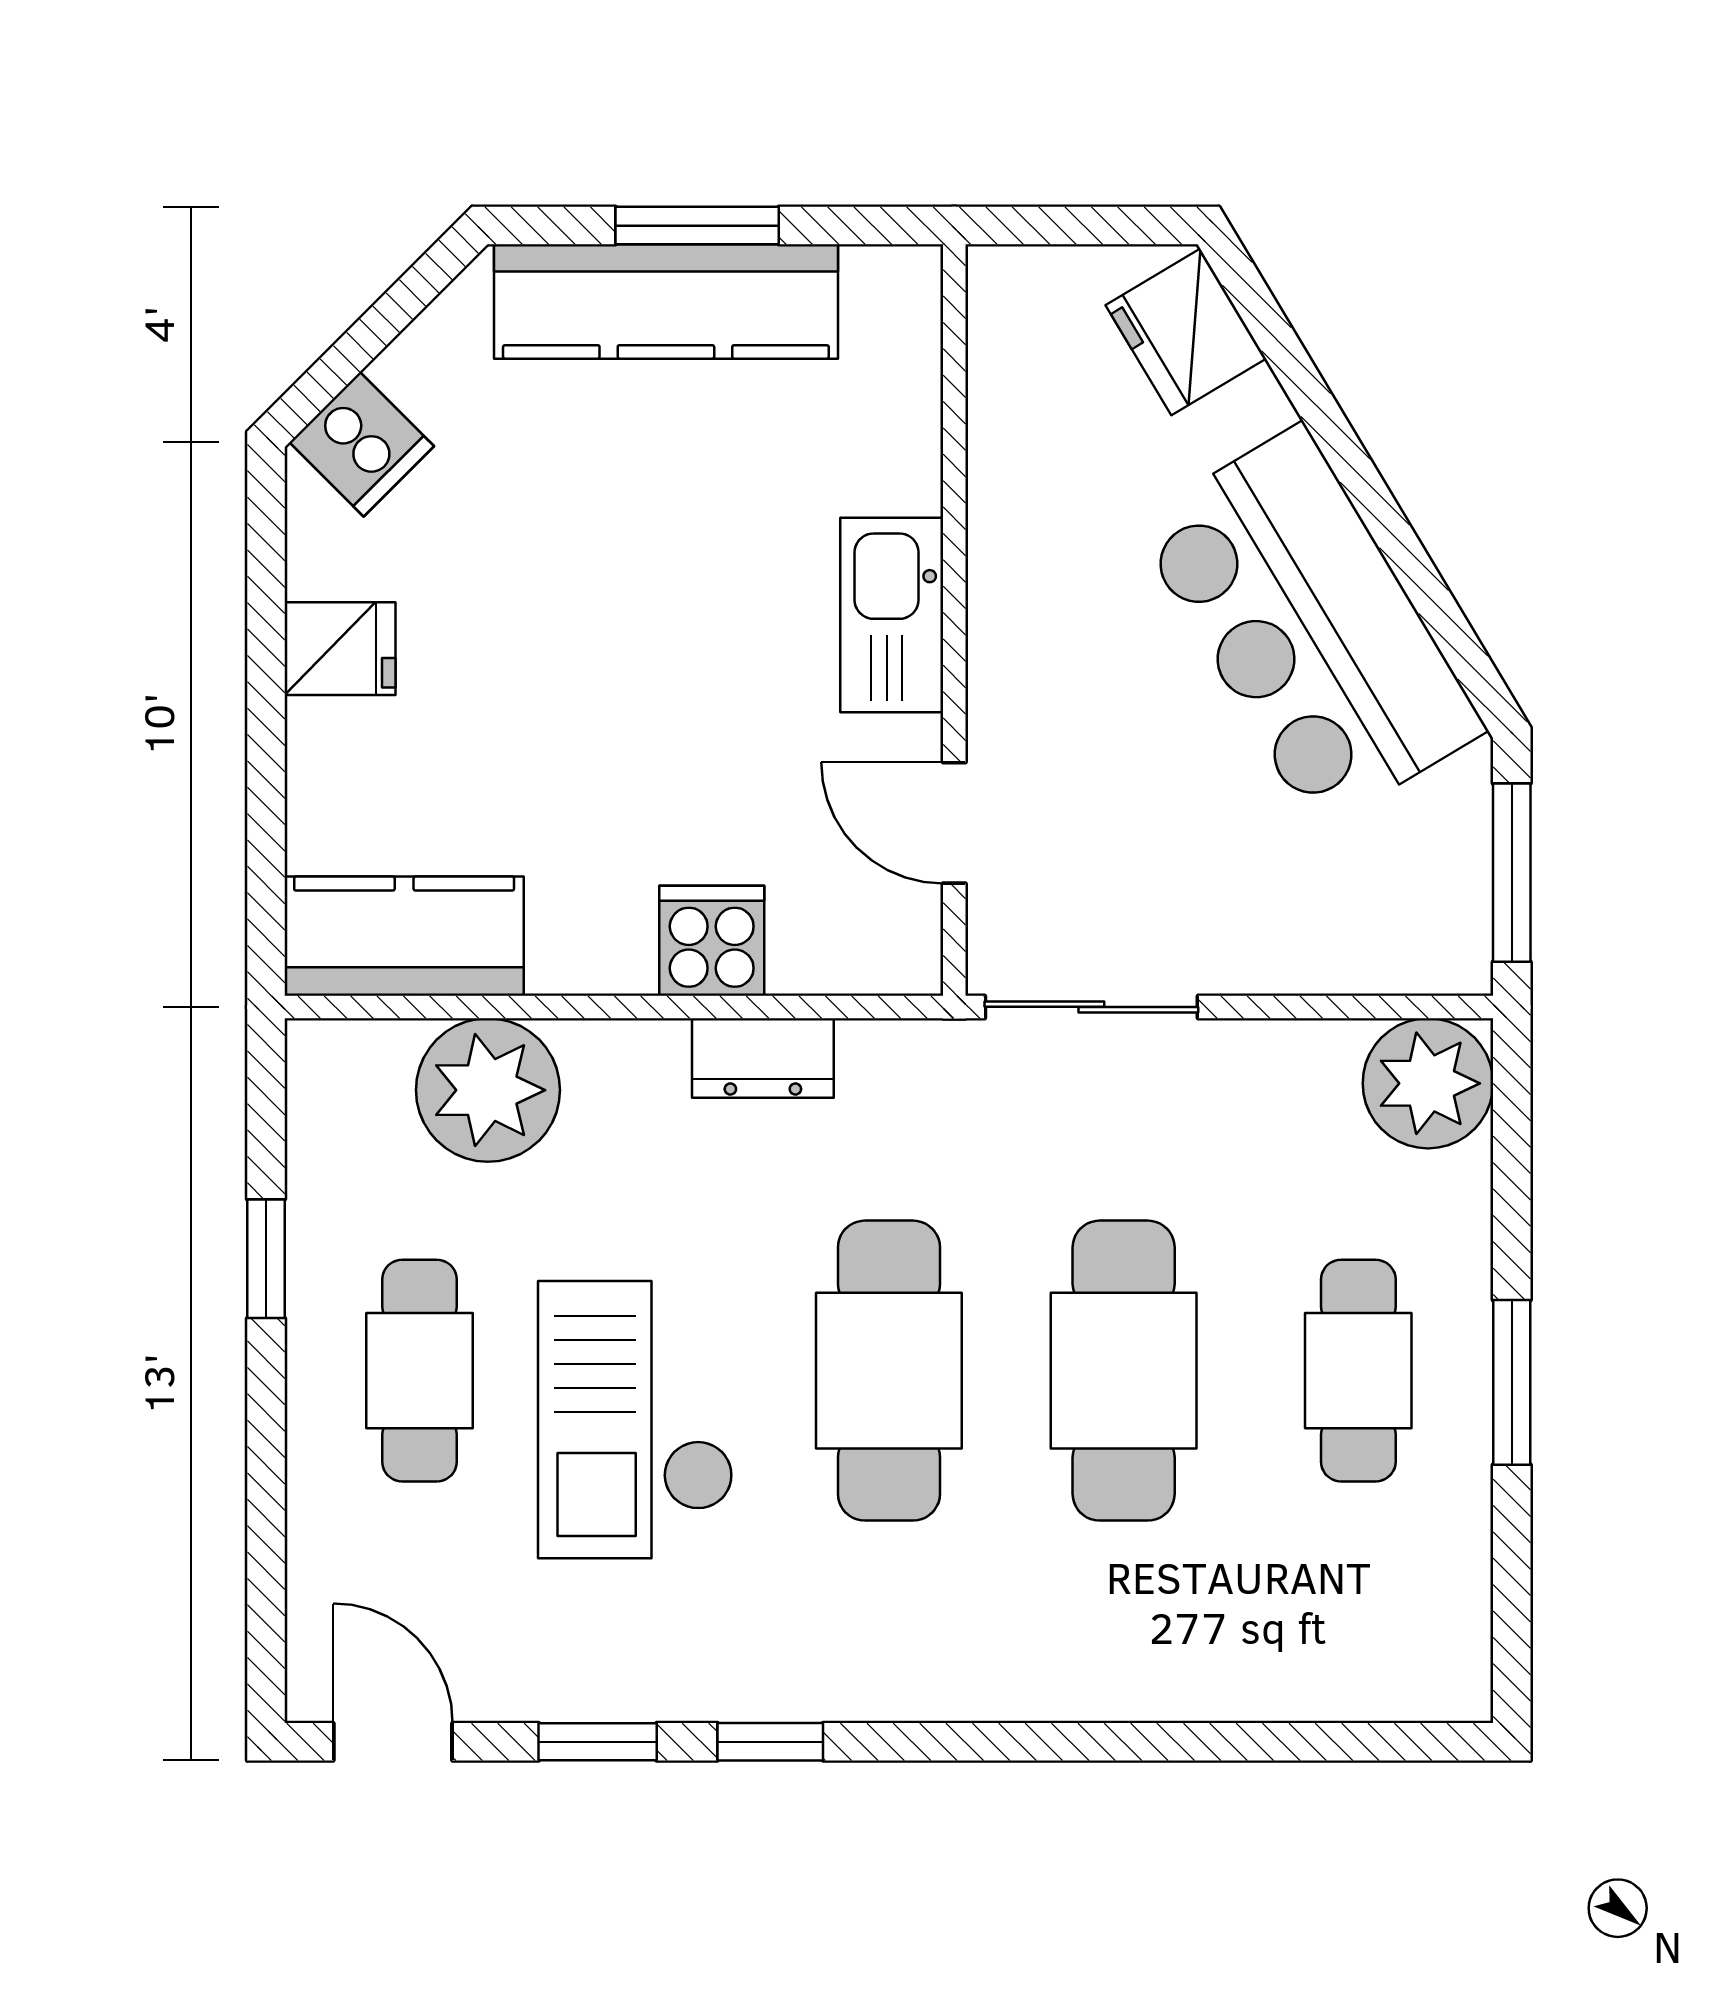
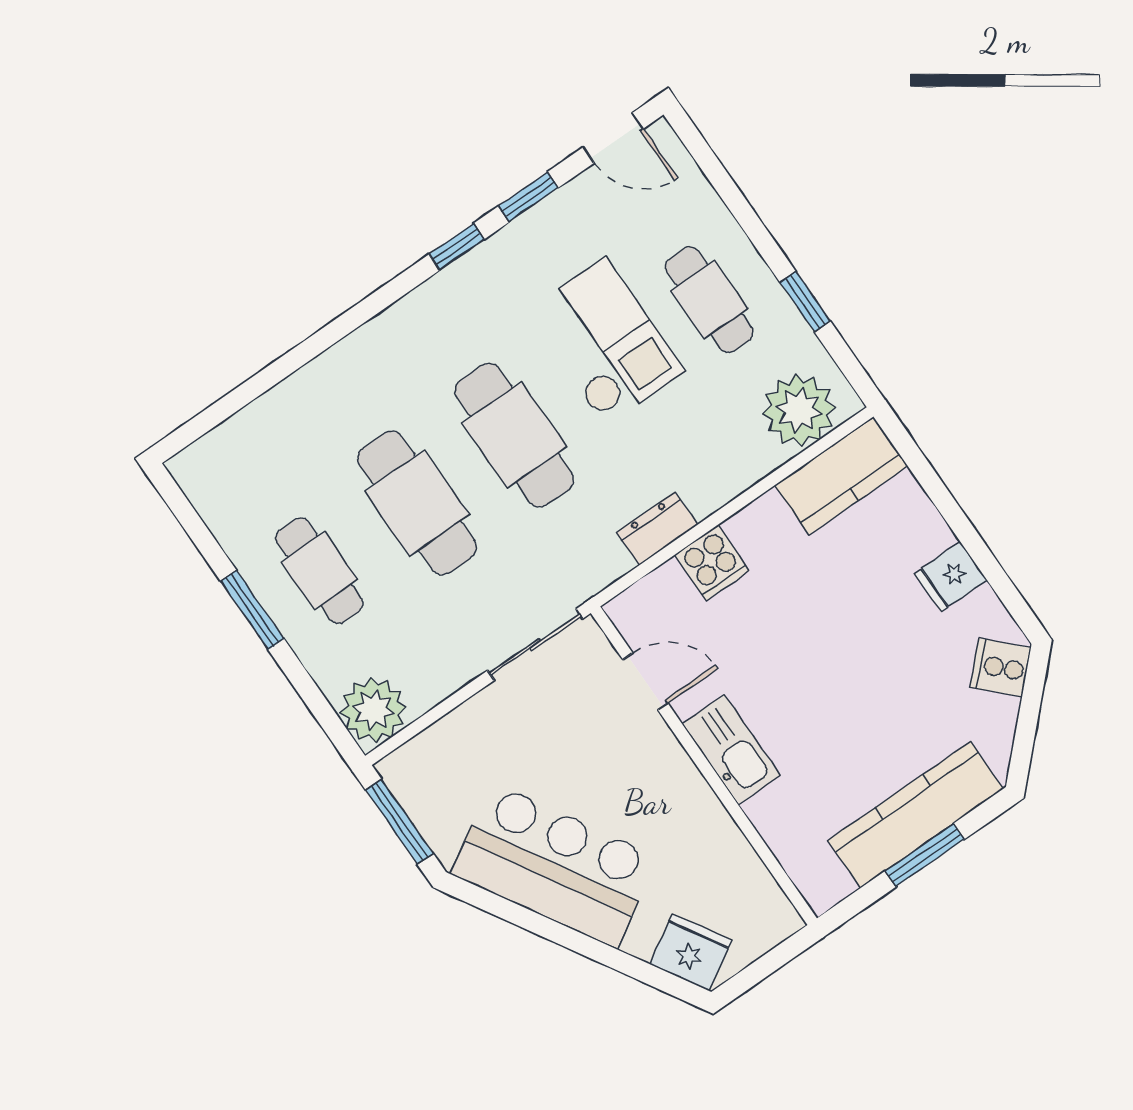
plant: (488, 1090) -> (799, 410), moved

